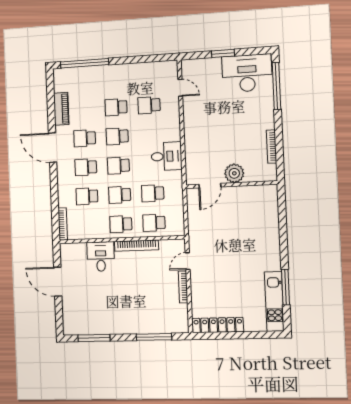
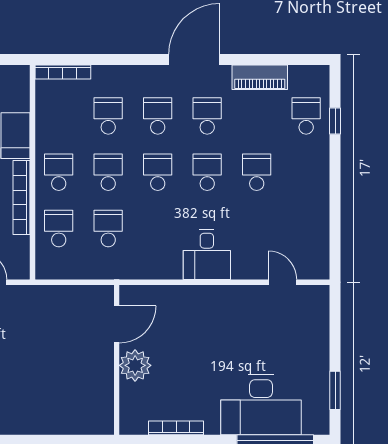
window: (223, 53) -> (335, 390), moved
window: (85, 63) -> (335, 121), width x0.32
desk: (247, 73) -> (261, 405), moved, turned 90
door: (180, 88) -> (283, 282), swing flipped
school desk: (149, 105) -> (306, 116), moved
desk: (167, 156) -> (207, 254), moved
door: (210, 186) -> (117, 324), swing flipped

